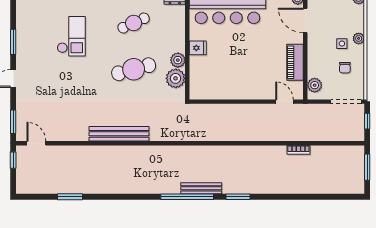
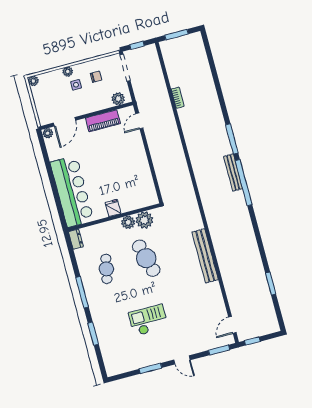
cafe table: (134, 23) -> (106, 269), turned 36
checkout: (71, 36) -> (148, 320), moved
window: (238, 197) -> (232, 139), width x1.44

